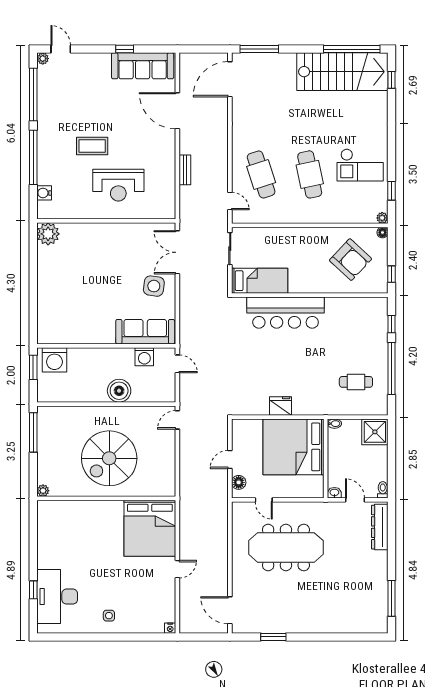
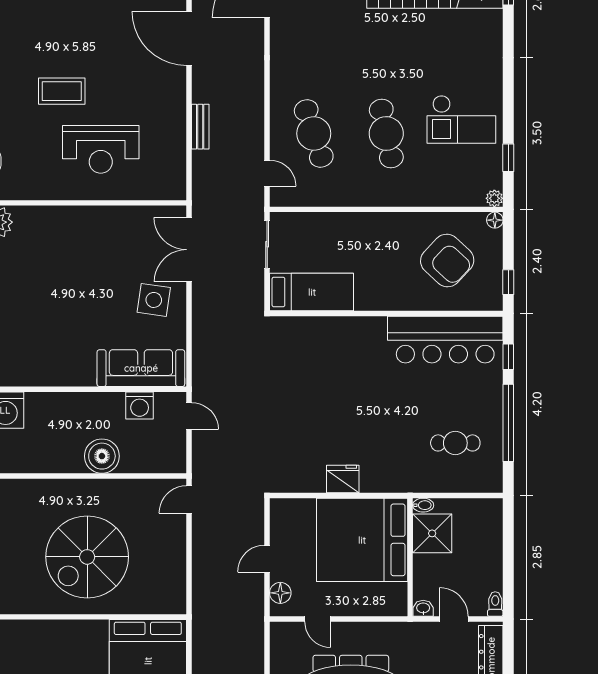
bar counter: (286, 313) -> (445, 340), moved
shower: (375, 432) -> (432, 533), moved

